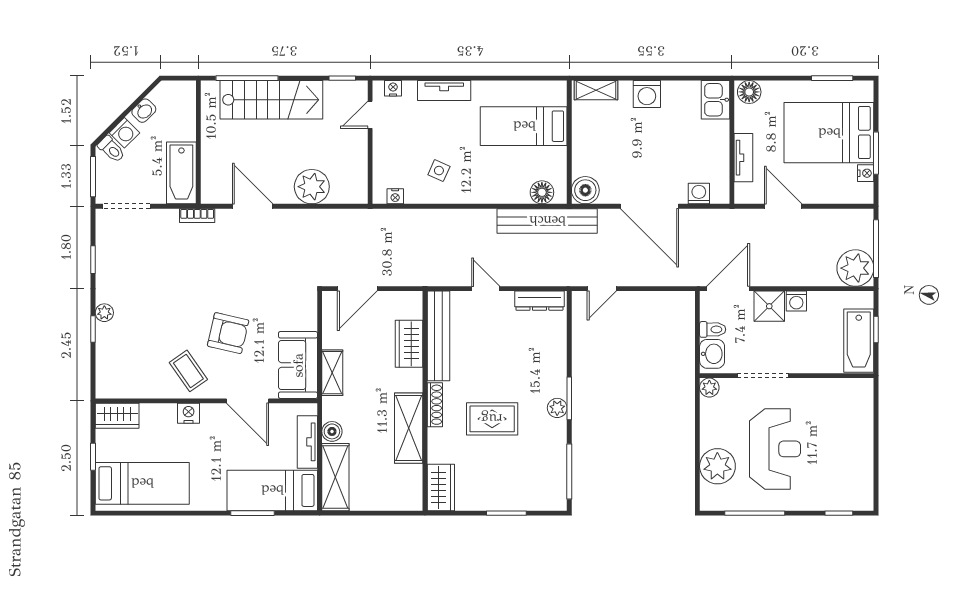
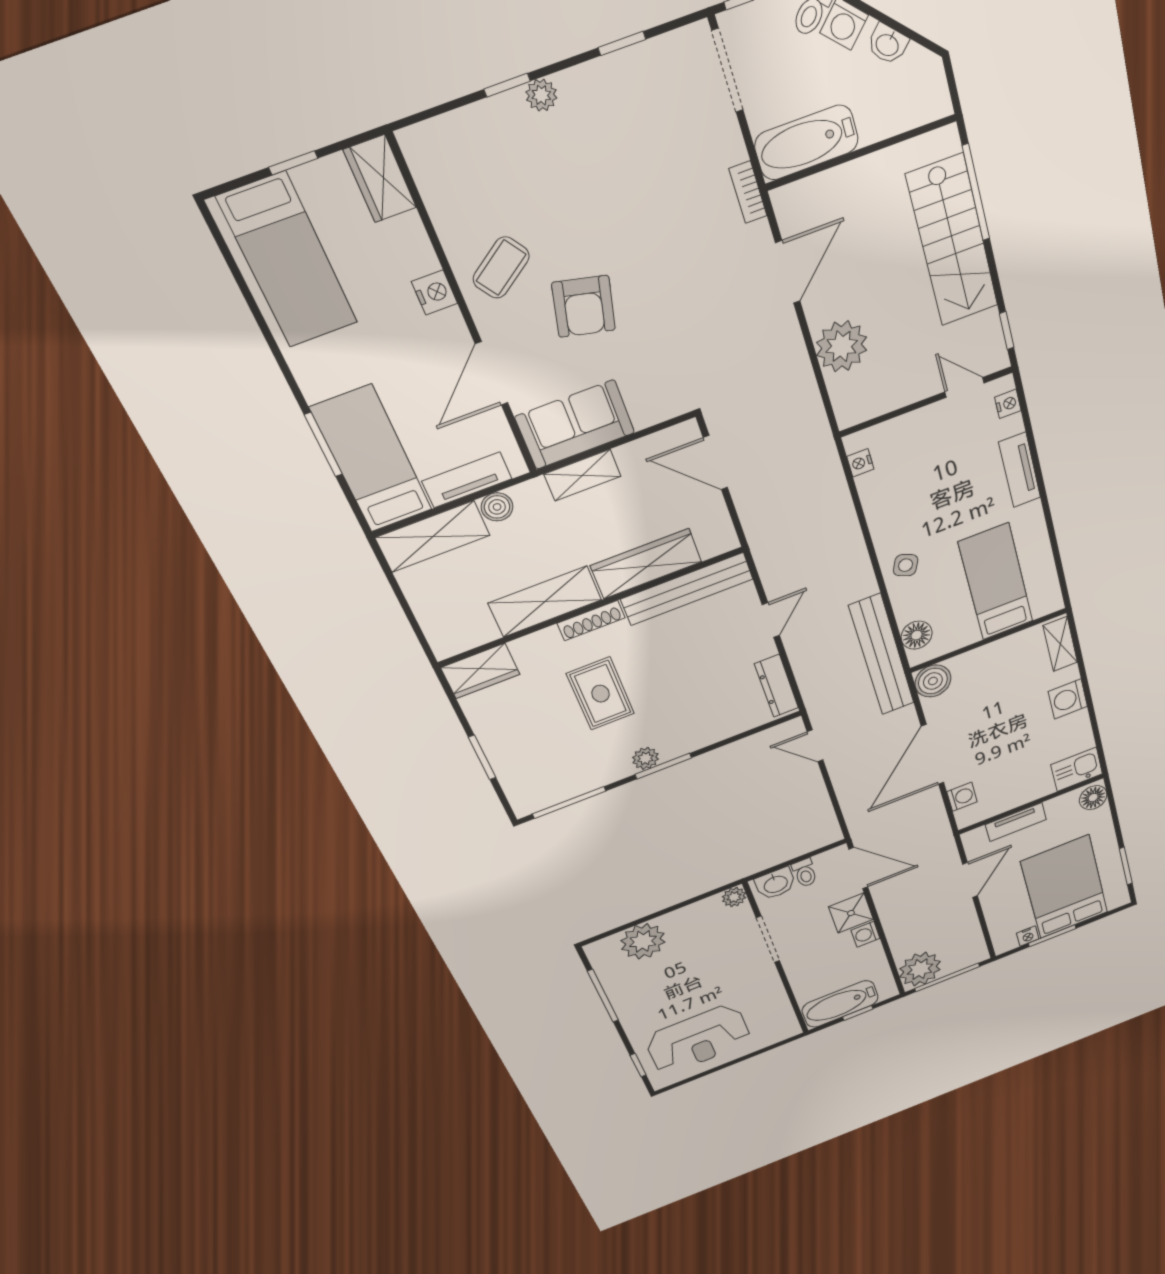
side table: (439, 171) -> (906, 565), moved
wardrobe: (409, 344) -> (646, 564), width x1.50
reception desk: (775, 449) -> (698, 1039), moved

